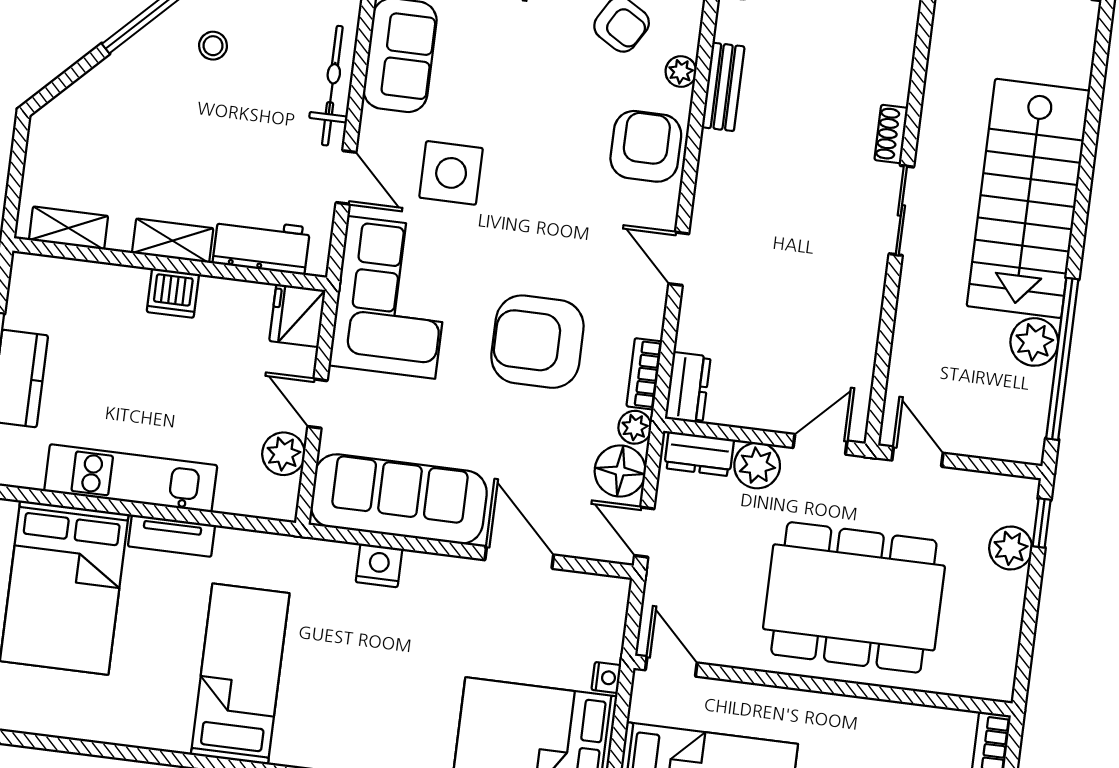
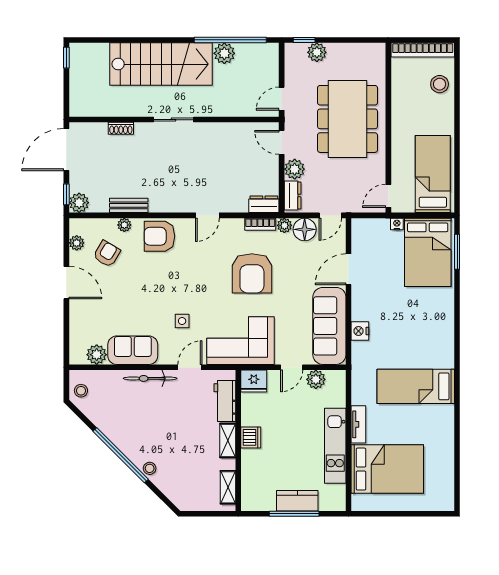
stool: (213, 46) -> (150, 468), moved
shoe rack: (891, 134) -> (121, 128), moved
side table: (451, 173) -> (182, 321), width x0.54, depth x0.54

